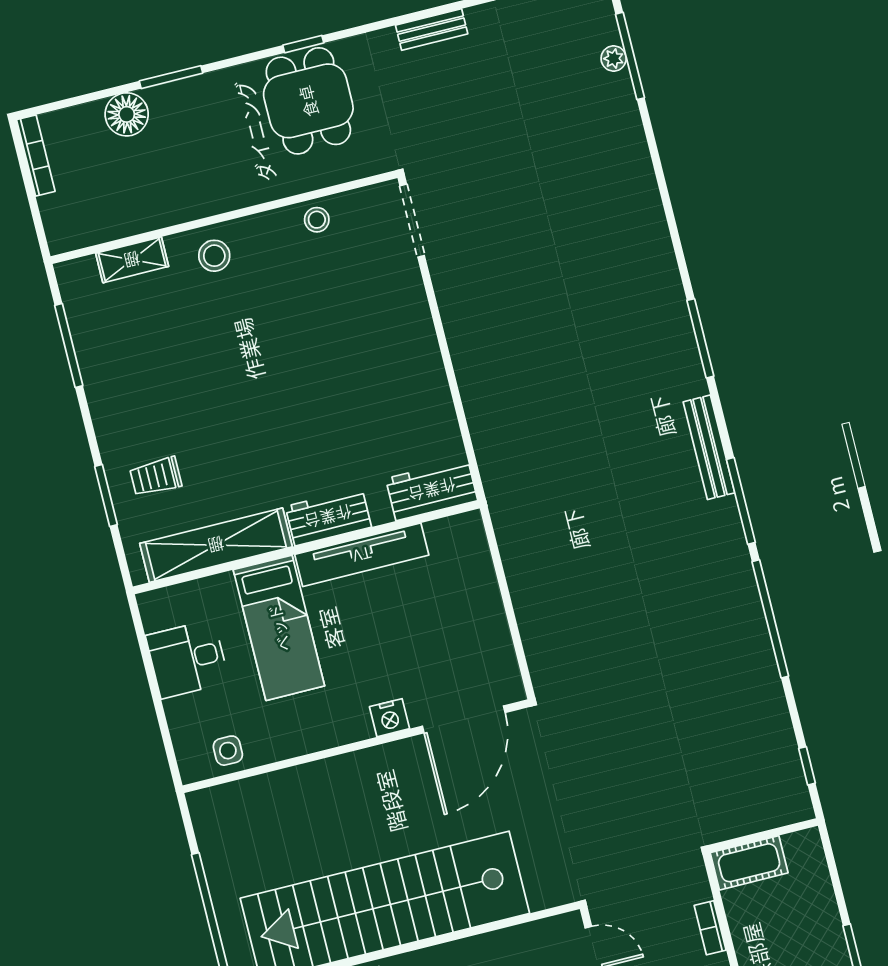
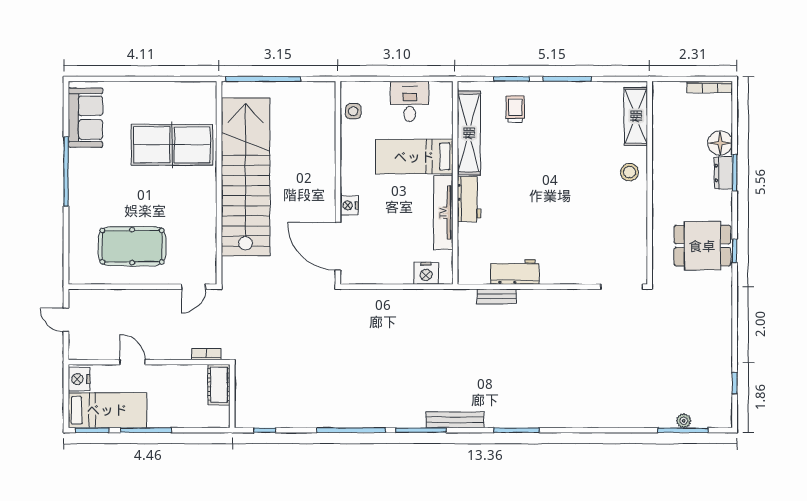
bench: (432, 30) -> (497, 296), moved, turned 90
dresser: (176, 96) -> (723, 173), added
stool: (317, 220) -> (635, 234), removed
shelving: (132, 260) -> (636, 116), width x1.50, depth x1.33
window: (69, 346) -> (567, 79), moved
workbench: (432, 490) -> (515, 272), moved, turned -90
nightstand: (472, 558) -> (426, 273), added
bookcase: (710, 928) -> (206, 354), moved

